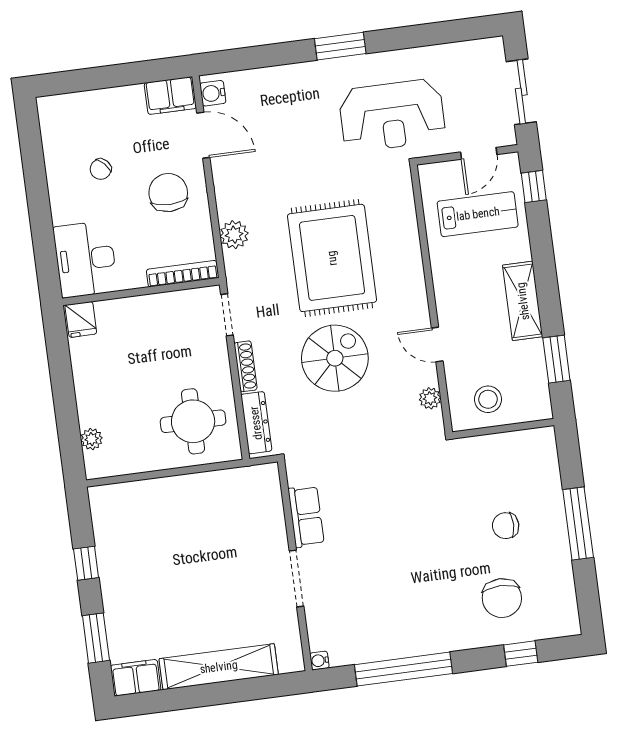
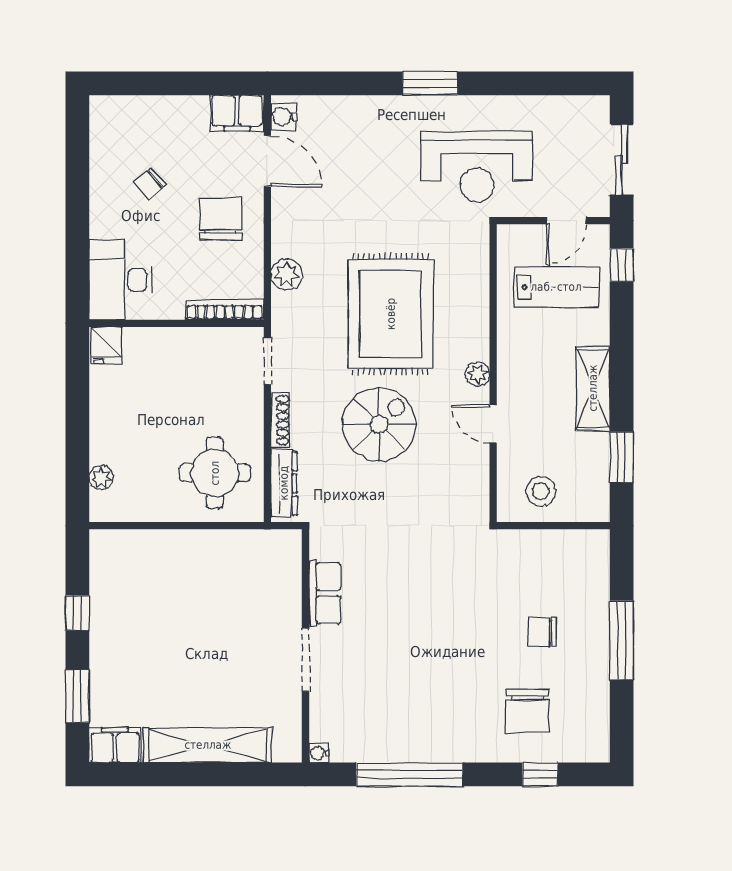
plant: (430, 398) -> (478, 374), moved

